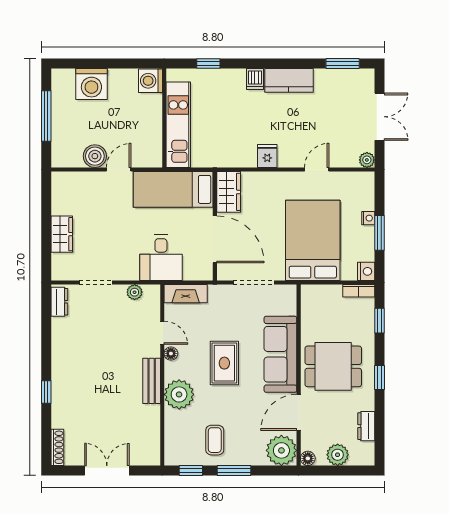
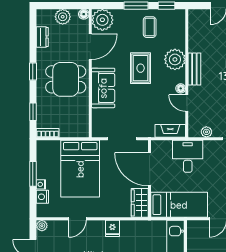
nightstand: (366, 271) -> (42, 197), moved
sofa: (280, 354) -> (103, 88), width x0.73
rug: (224, 363) -> (141, 68), moved

